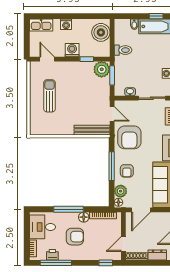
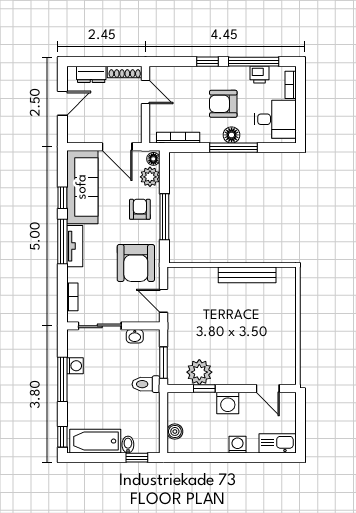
window: (156, 16) -> (137, 458), moved
boiler: (101, 32) -> (175, 431), width x0.54, depth x0.54
toilet: (123, 50) -> (146, 384), moved
plant: (102, 69) -> (199, 372), moved
sun lounger: (50, 96) -> (264, 330), removed
bench: (92, 130) -> (247, 275), moved
armchair: (129, 137) -> (136, 263), turned 180
door: (141, 210) -> (117, 147), swing flipped
floor lamp: (84, 217) -> (232, 135), moved
door: (123, 244) -> (146, 92), hinge flipped
window: (106, 263) -> (208, 62), moved

